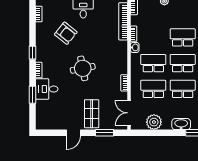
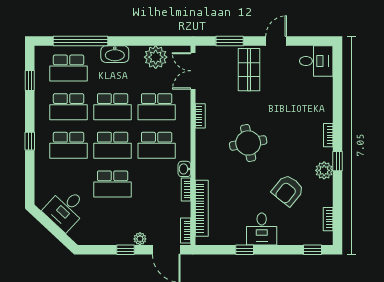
armchair: (66, 33) -> (288, 190), turned -90
plant: (42, 46) -> (324, 170), added
round table: (83, 68) -> (248, 143), moved
desk: (47, 89) -> (316, 61), moved
window: (33, 95) -> (338, 98), removed
double door: (129, 113) -> (193, 71), swing flipped

